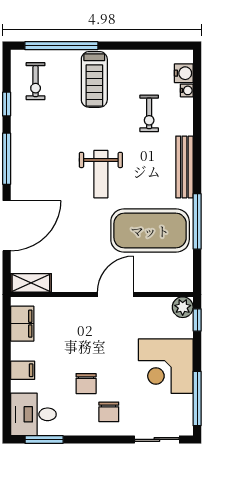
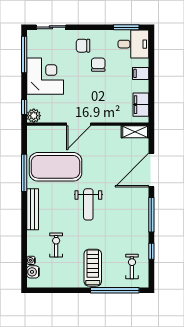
weight bench: (101, 174) -> (88, 204), turned 180
chair: (109, 412) -> (83, 46), turned -90

